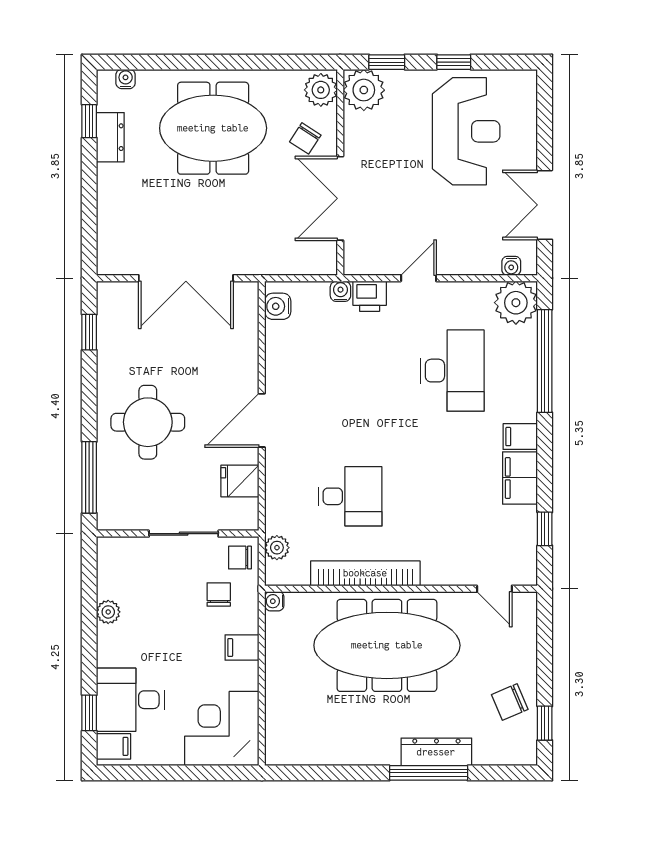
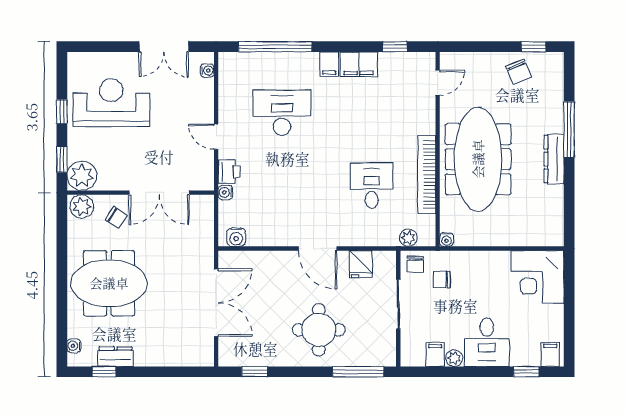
meeting table: (213, 128) -> (109, 283), turned 90
plant: (516, 303) -> (234, 67), removed
filing cabinet: (242, 648) -> (435, 354), moved, turned 180
desk: (130, 700) -> (487, 342), moved
dresser: (436, 752) -> (554, 159), moved

